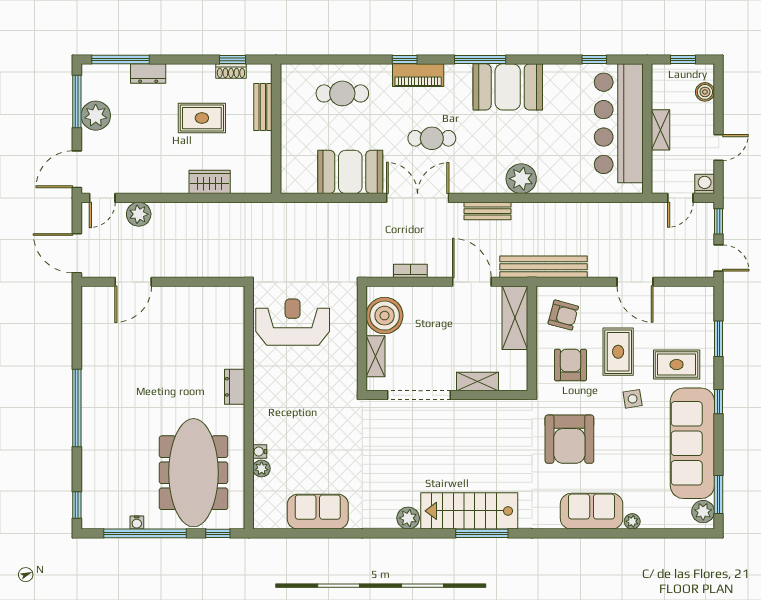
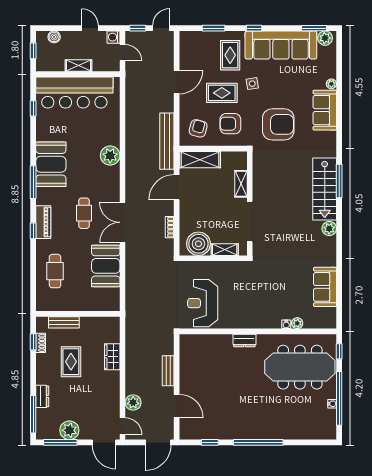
bench: (487, 211) -> (168, 371), moved
window: (77, 505) -> (210, 442), moved

